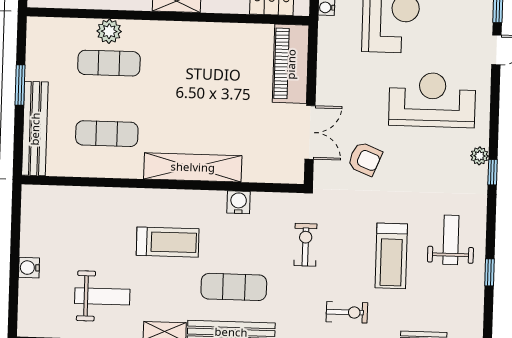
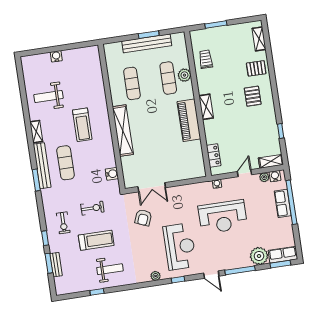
piano: (291, 64) -> (189, 120), moved, turned -90
bench: (35, 129) -> (147, 43), moved
window: (493, 172) -> (178, 280), moved
water cooler: (239, 202) -> (112, 174), moved
exercise bike: (305, 245) -> (92, 208), moved
treadmill: (391, 256) -> (96, 240), turned 180
weight bench: (102, 296) -> (48, 96), turned 90

